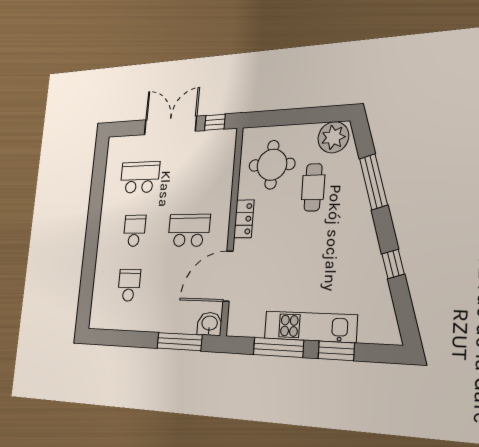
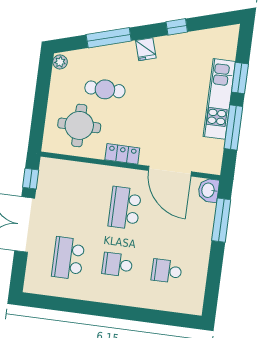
plant: (333, 137) -> (60, 62), width x0.53, depth x0.53
fridge: (363, 229) -> (146, 49), added

